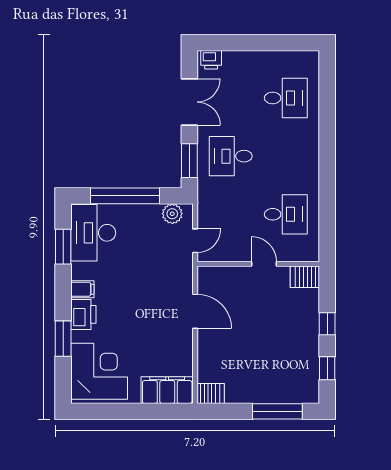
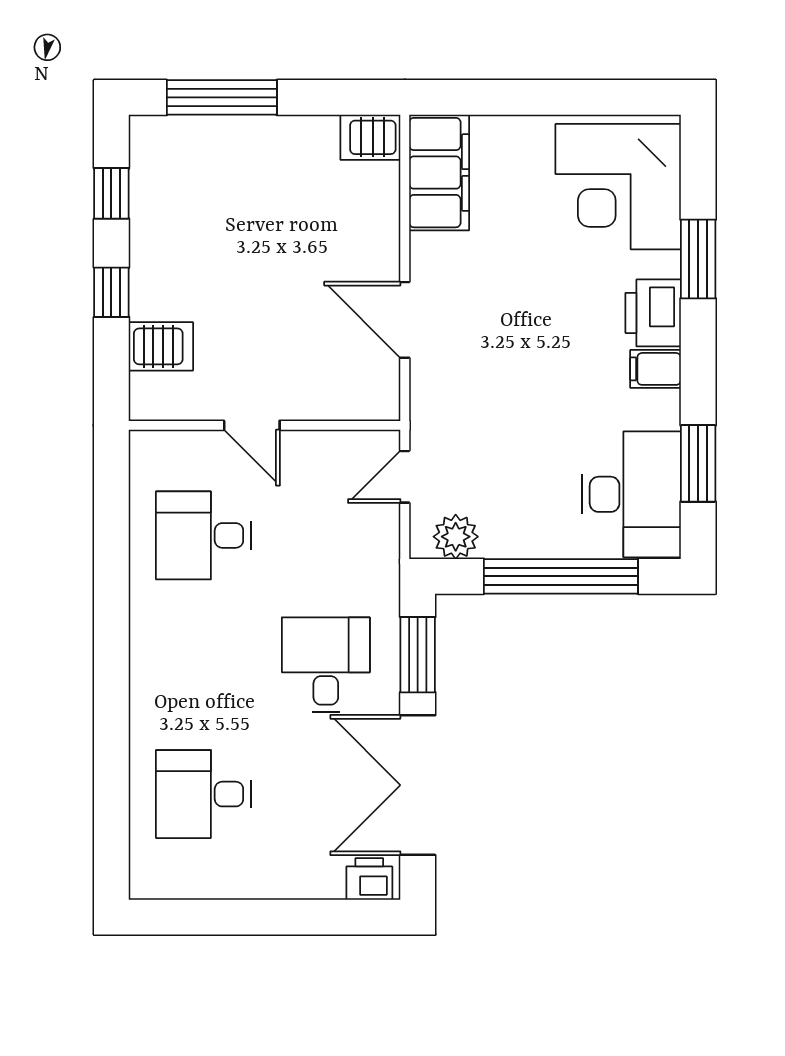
double door: (189, 102) -> (418, 785), width x1.37
desk: (231, 156) -> (326, 665), turned -90
server rack: (305, 277) -> (161, 346), moved
filing cabinet: (167, 390) -> (439, 173), moved, turned -90

